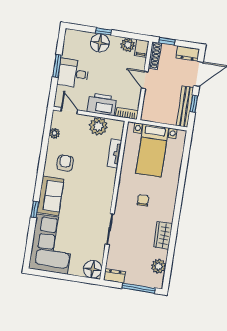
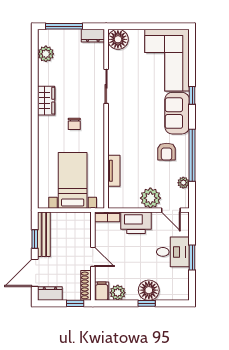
plant: (98, 126) -> (150, 198), moved
window: (43, 156) -> (192, 155), added
wardrobe: (163, 235) -> (46, 101), moved

